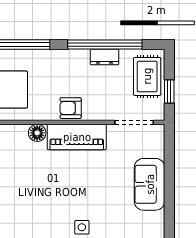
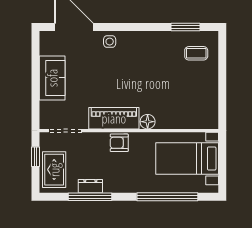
window: (105, 45) -> (90, 197), width x0.68
armchair: (71, 108) -> (119, 143), turned 180

